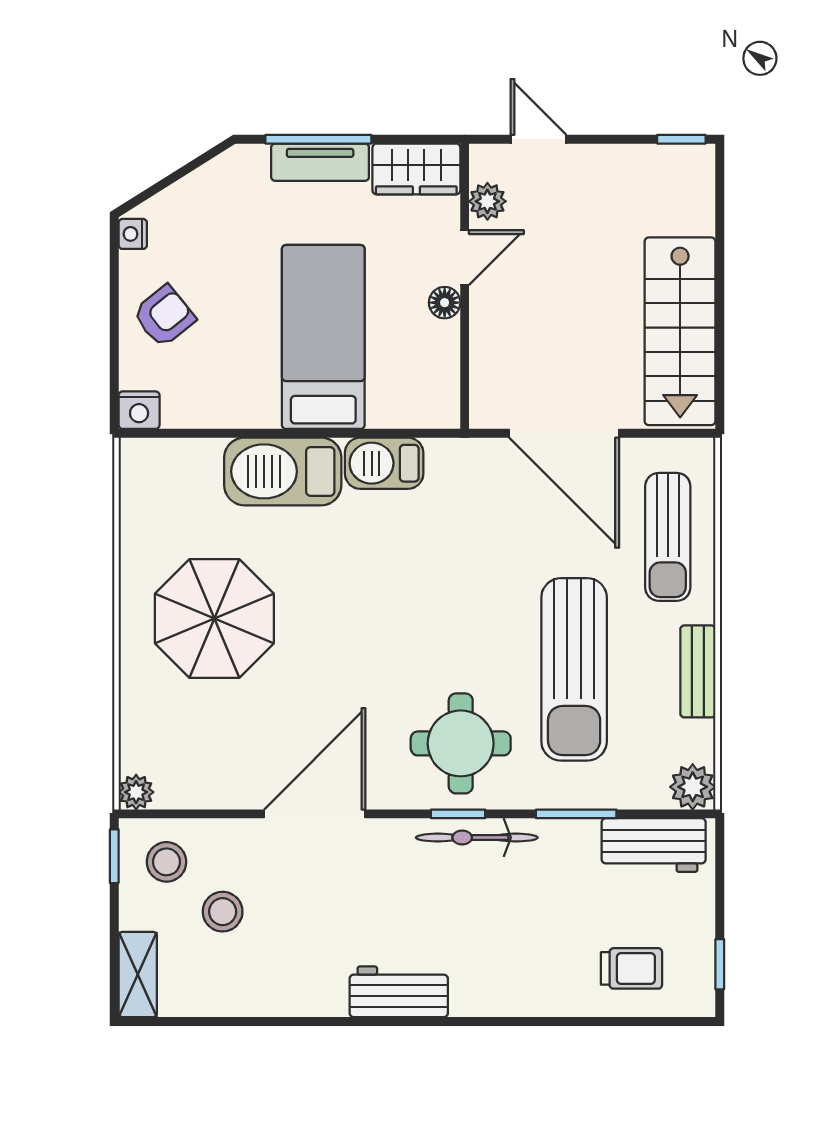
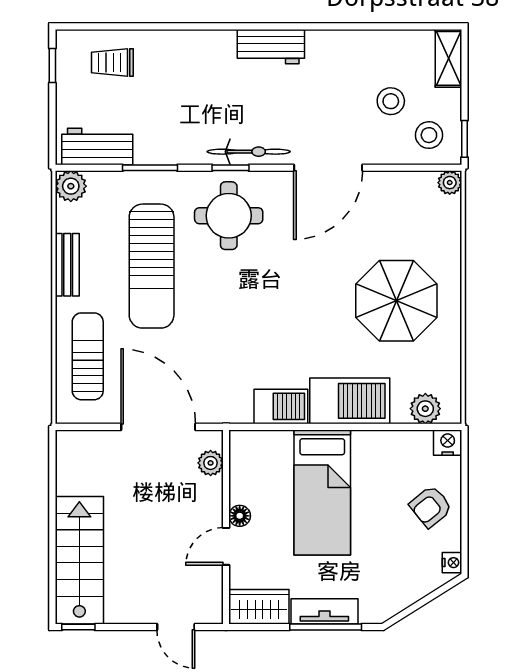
plant: (487, 201) -> (211, 463), moved
stairs: (680, 331) -> (79, 560), moved
plant: (172, 460) -> (425, 409), added
sun lounger: (574, 669) -> (152, 266), turned 180
bicycle: (477, 838) -> (249, 152), moved

